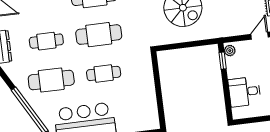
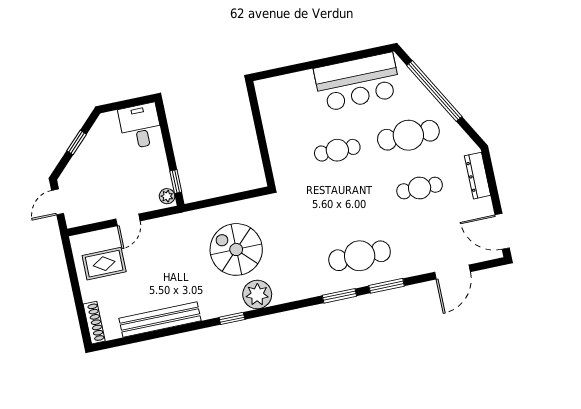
cafe table: (99, 35) -> (348, 203), removed
desk: (244, 92) -> (140, 126), moved, turned -90

